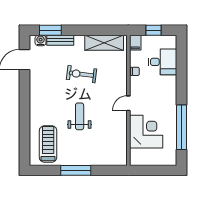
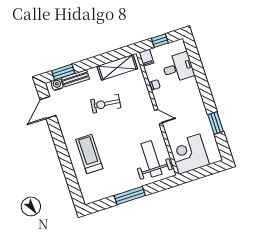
door: (128, 103) -> (159, 117), swing flipped
weight bench: (80, 116) -> (151, 159), moved, width x1.36, depth x1.33
window: (182, 127) -> (216, 123), width x0.47
corner desk: (146, 132) -> (189, 154), moved, turned -90
treadmill: (48, 144) -> (89, 154), moved

